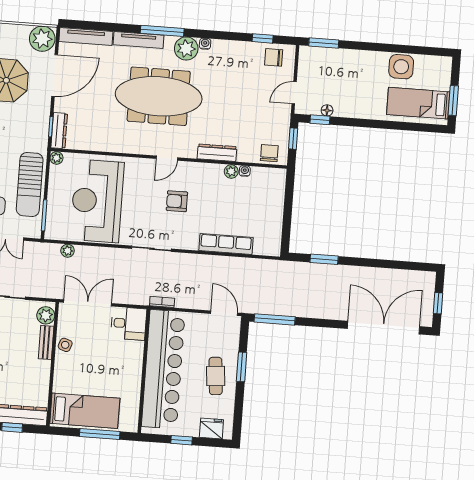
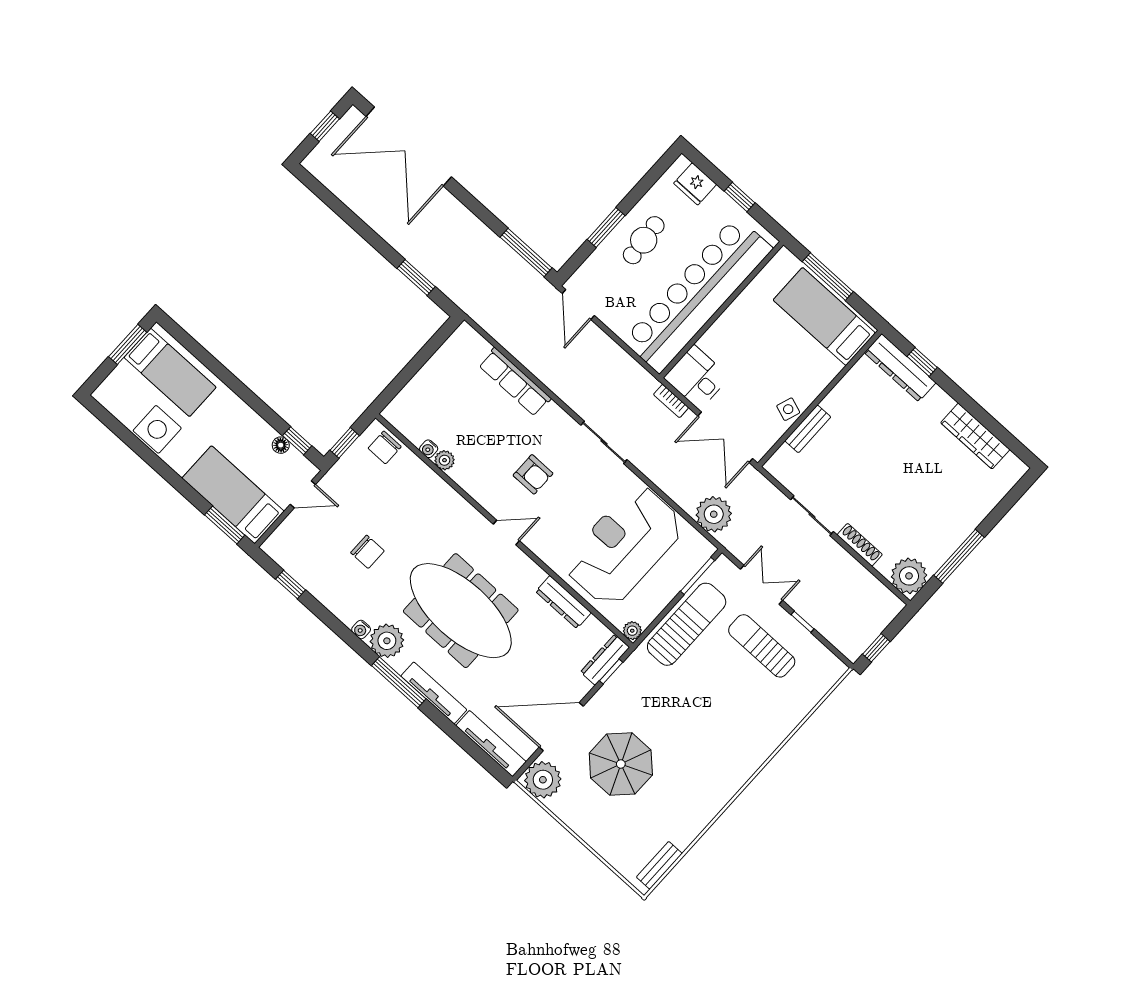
chair: (274, 57) -> (367, 552), moved
bed: (332, 63) -> (233, 495), added
dresser: (217, 153) -> (563, 602), moved
reception desk: (97, 201) -> (624, 546), turned 180
plant: (68, 251) -> (714, 514), width x1.88, depth x1.88
bookcase: (162, 302) -> (671, 401), moved
plant: (46, 315) -> (784, 460), removed

